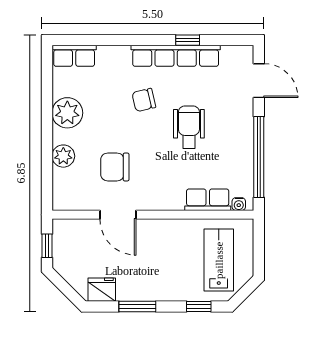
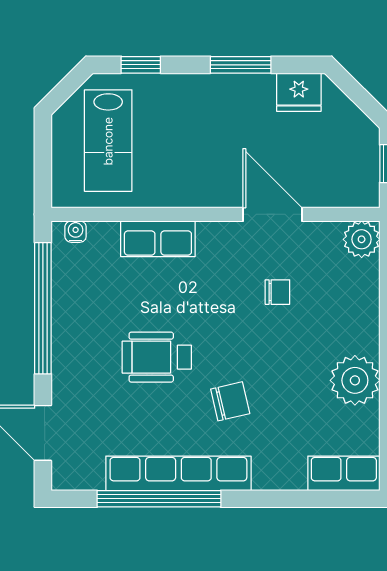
window: (188, 40) -> (159, 499), width x3.17
wheelchair: (189, 127) -> (157, 357), turned 90
plant: (63, 156) -> (362, 239), moved
chair: (115, 167) -> (277, 292), width x0.54, depth x0.54
row of seats: (208, 200) -> (158, 239), moved

